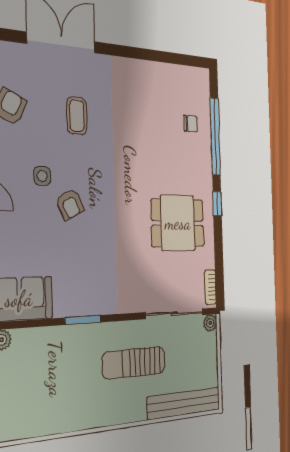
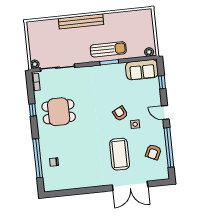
coffee table: (77, 116) -> (120, 154), width x1.86, depth x1.72
window: (217, 204) -> (33, 110), moved
sun lounger: (134, 363) -> (108, 49), moved
bench: (184, 403) -> (81, 21), moved

